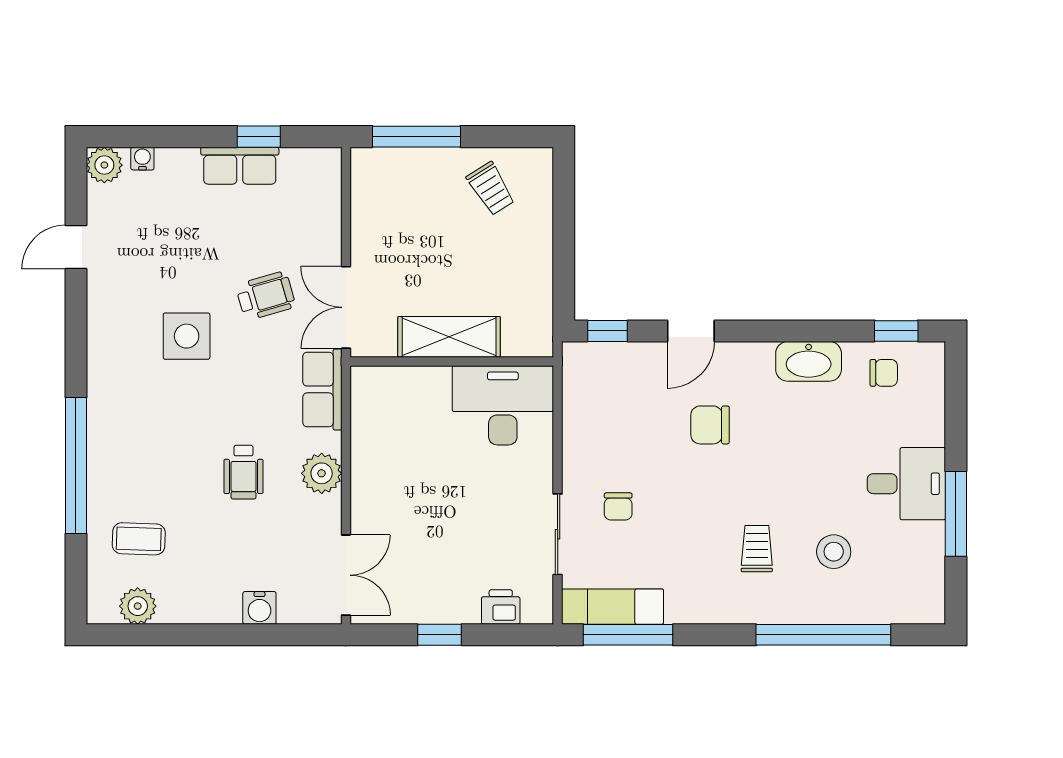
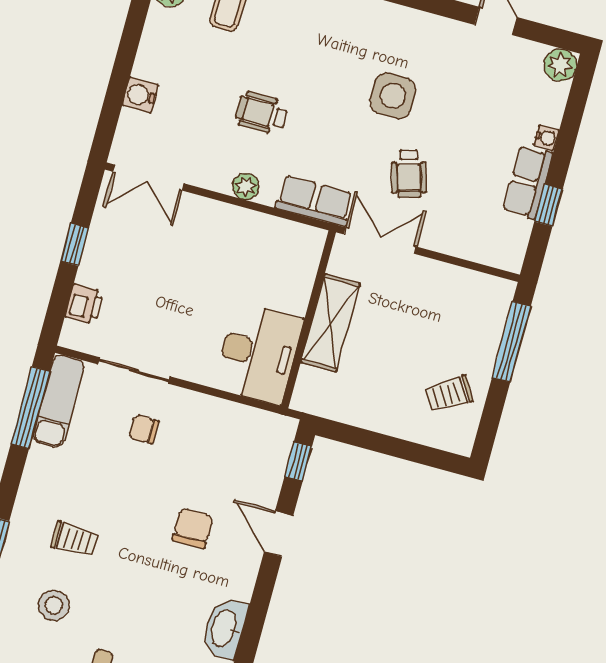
water cooler: (142, 159) -> (547, 138), moved
plant: (322, 473) -> (246, 186), width x0.73, depth x0.73

